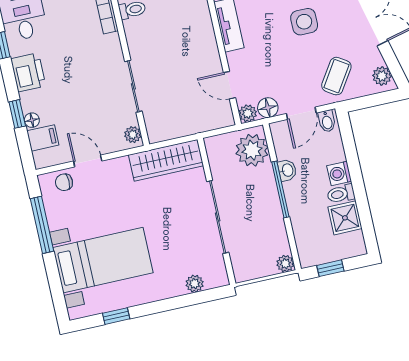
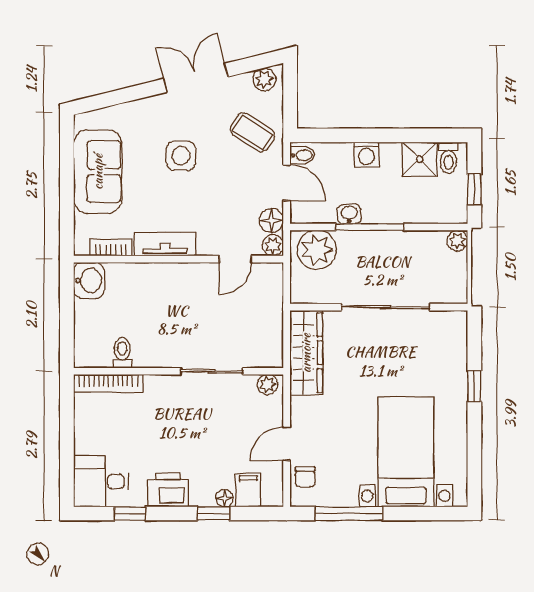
toilet: (341, 194) -> (448, 158), moved
plant: (195, 284) -> (457, 351), removed
window: (116, 316) -> (474, 386), moved

